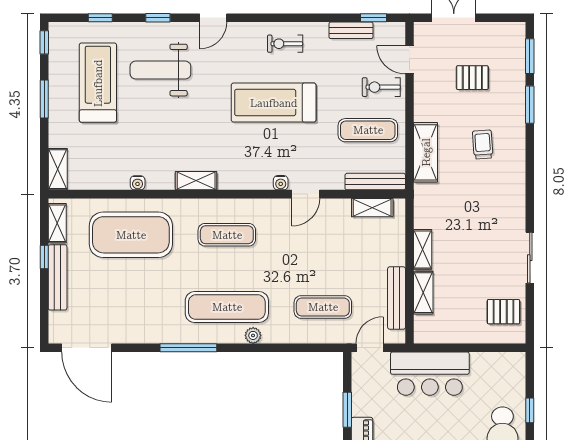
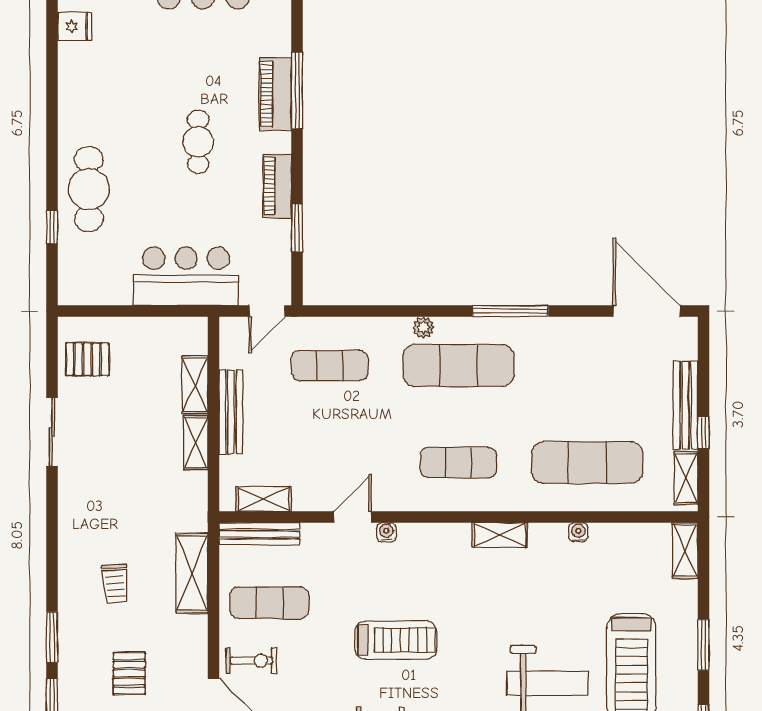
pallet: (472, 78) -> (129, 673), turned 90
treadmill: (274, 103) -> (396, 640), width x0.73, depth x0.73
exercise mat: (131, 235) -> (587, 463), width x0.68
bench: (397, 298) -> (231, 412), moved

